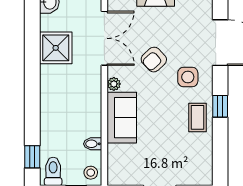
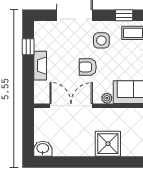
shower: (56, 48) -> (108, 144), moved
armchair: (154, 60) -> (88, 67), turned 133

